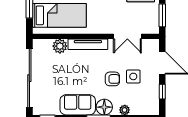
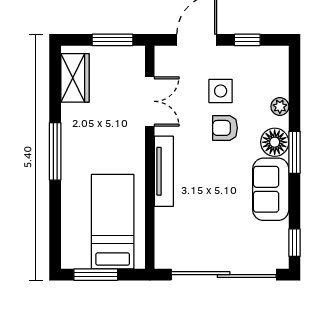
plant: (60, 46) -> (167, 221), removed
armchair: (112, 79) -> (225, 128), turned -90

